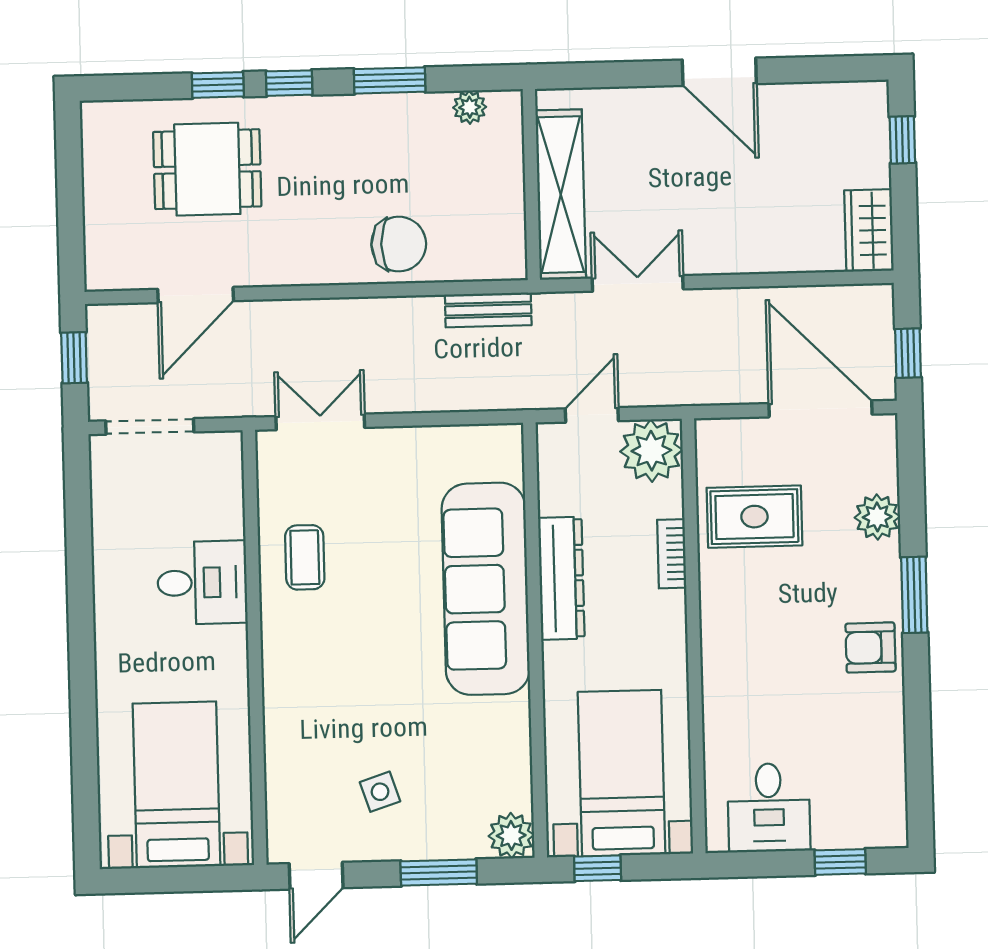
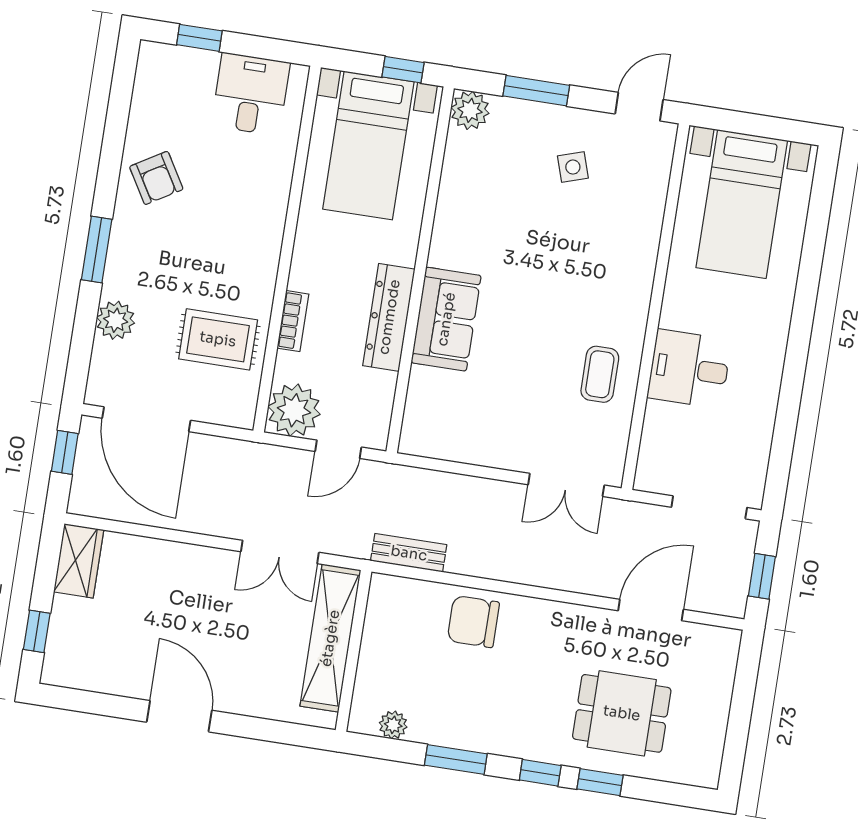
sofa: (486, 589) -> (446, 319), width x0.54, depth x0.79
armchair: (871, 647) -> (156, 178), moved, turned 59

